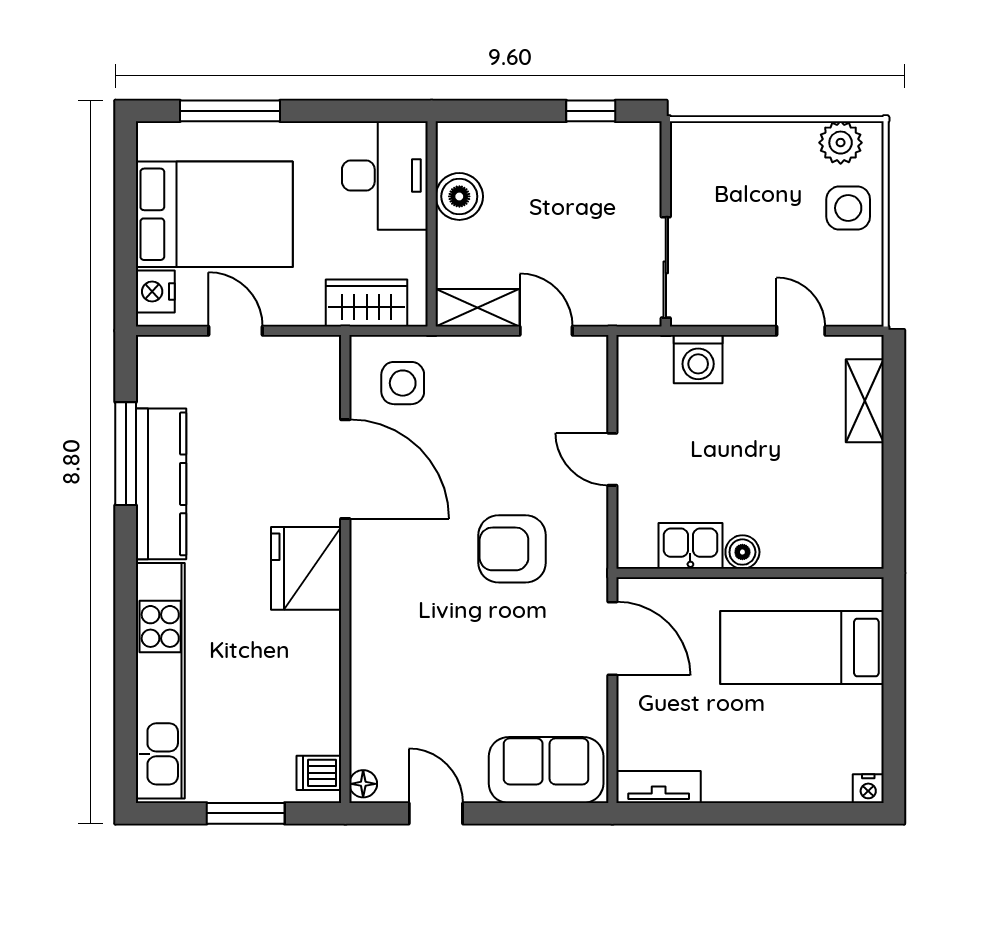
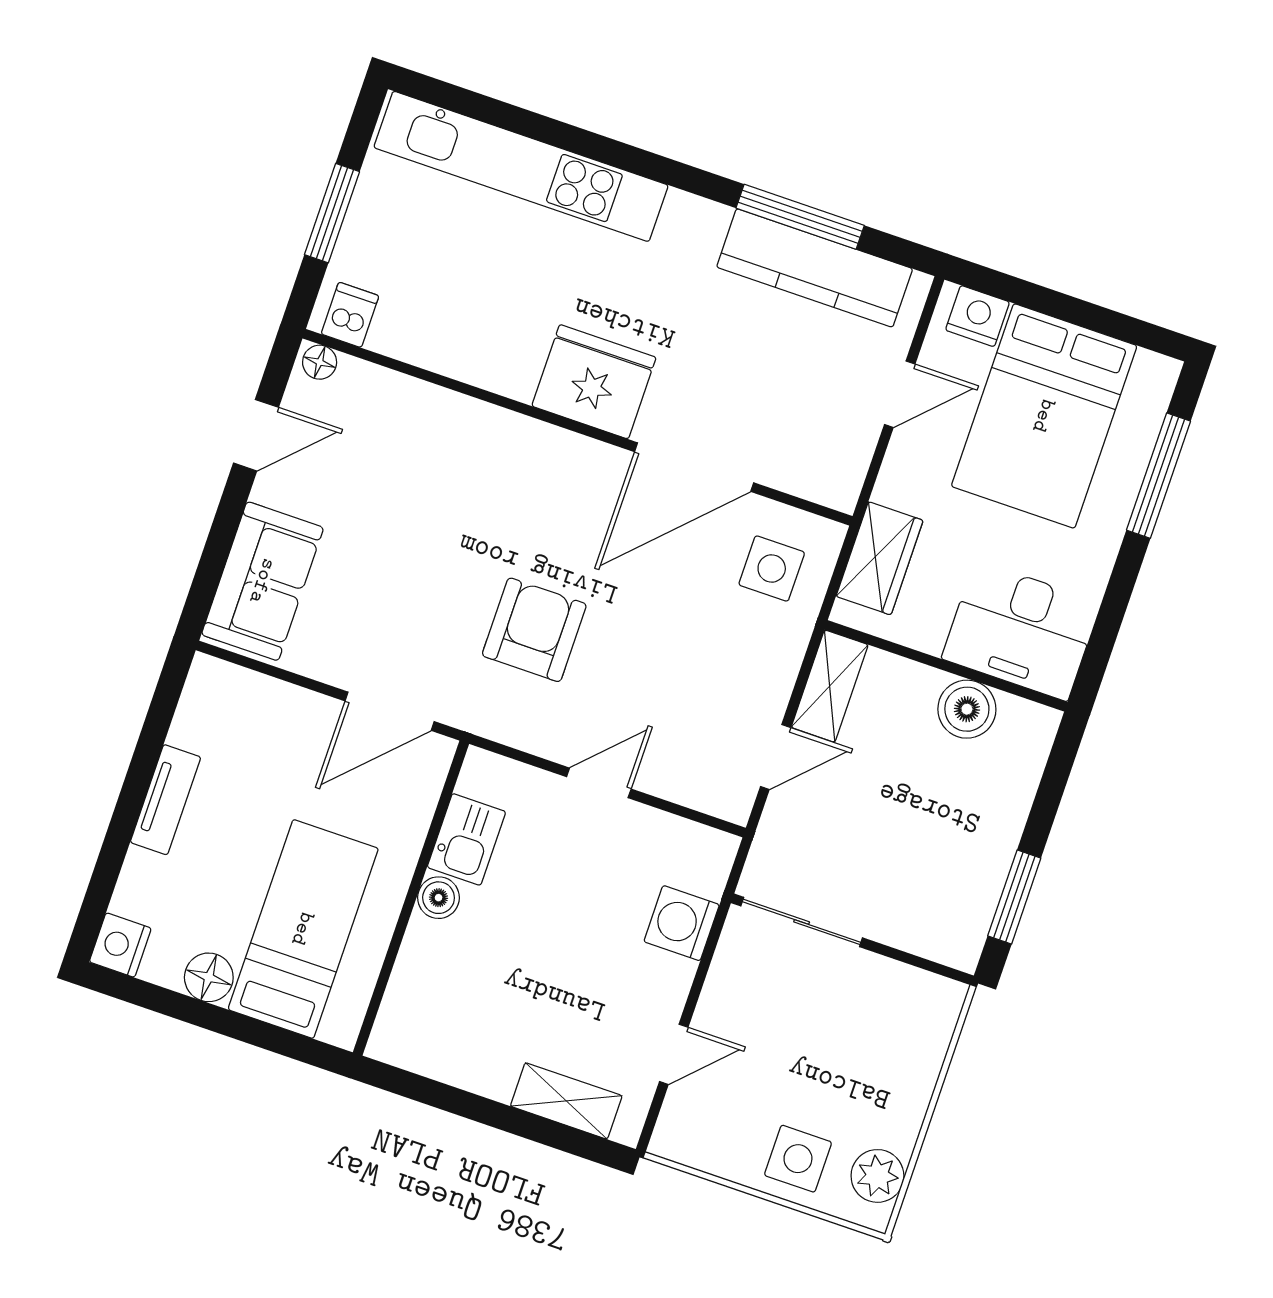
window: (591, 111) -> (1014, 897), width x1.50
kitchen counter: (161, 484) -> (815, 268), moved
floor lamp: (864, 707) -> (209, 977), added
tv unit: (659, 787) -> (165, 800), moved
nightstand: (868, 789) -> (120, 945), width x1.39, depth x1.35

